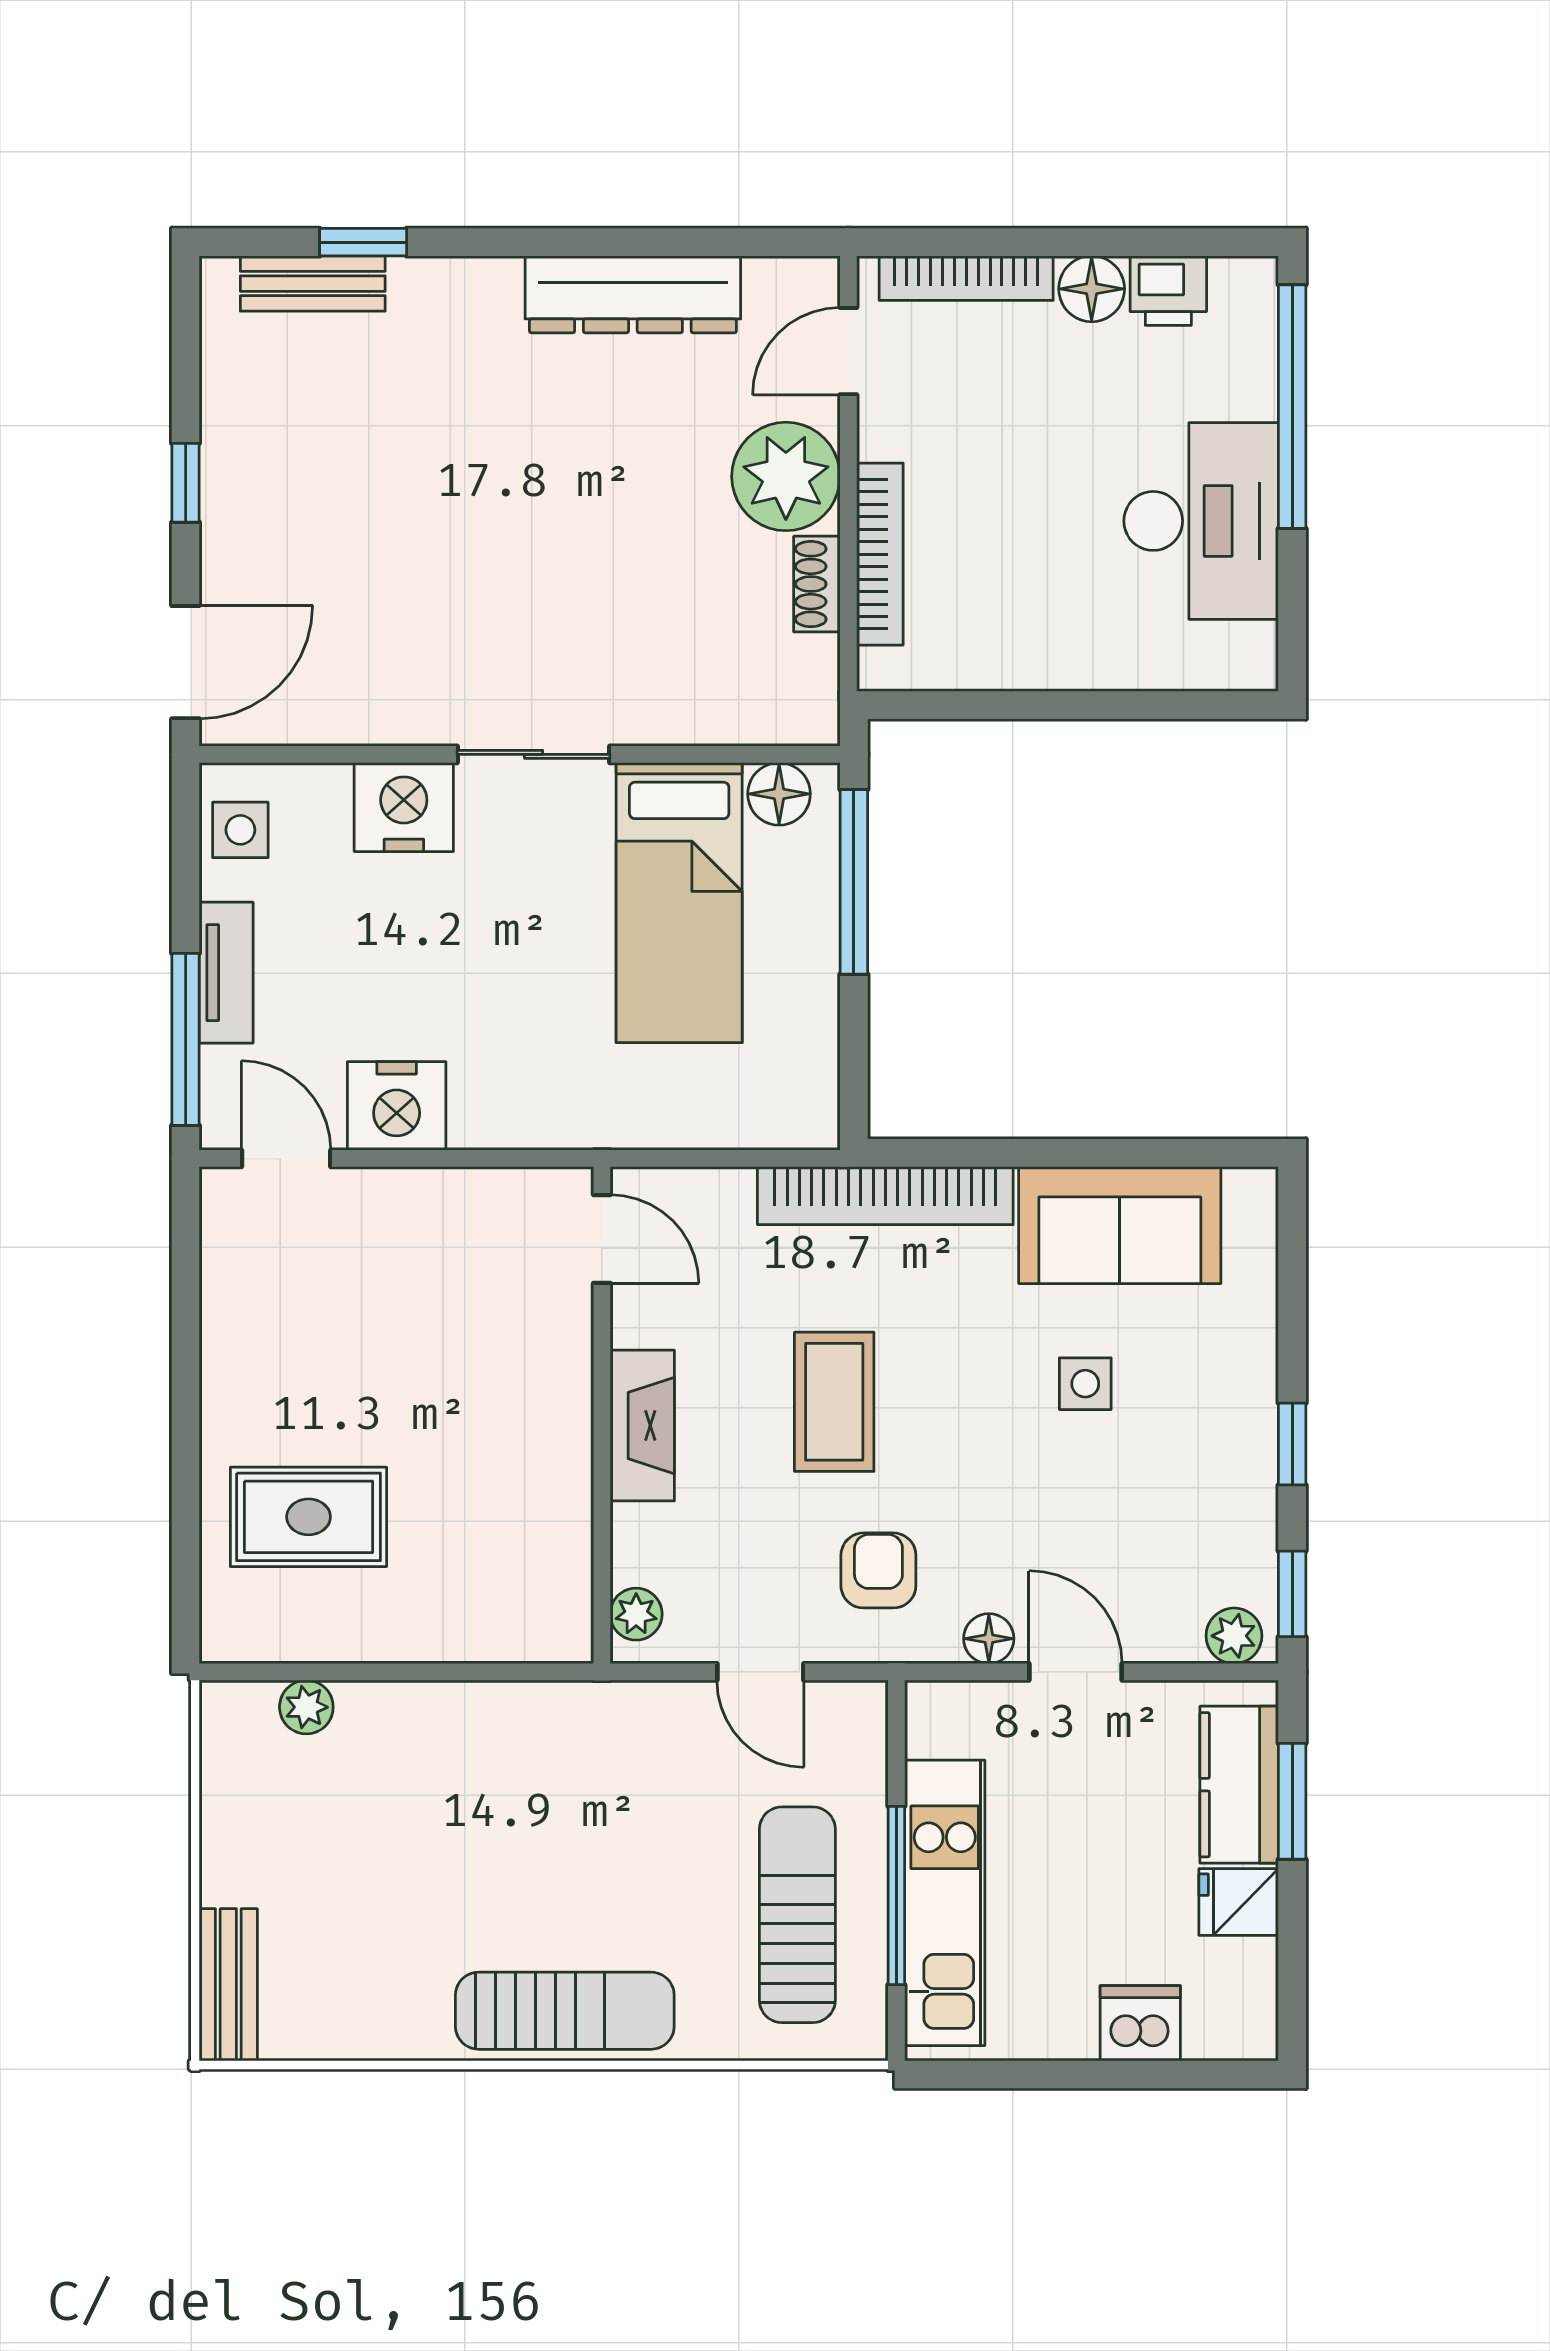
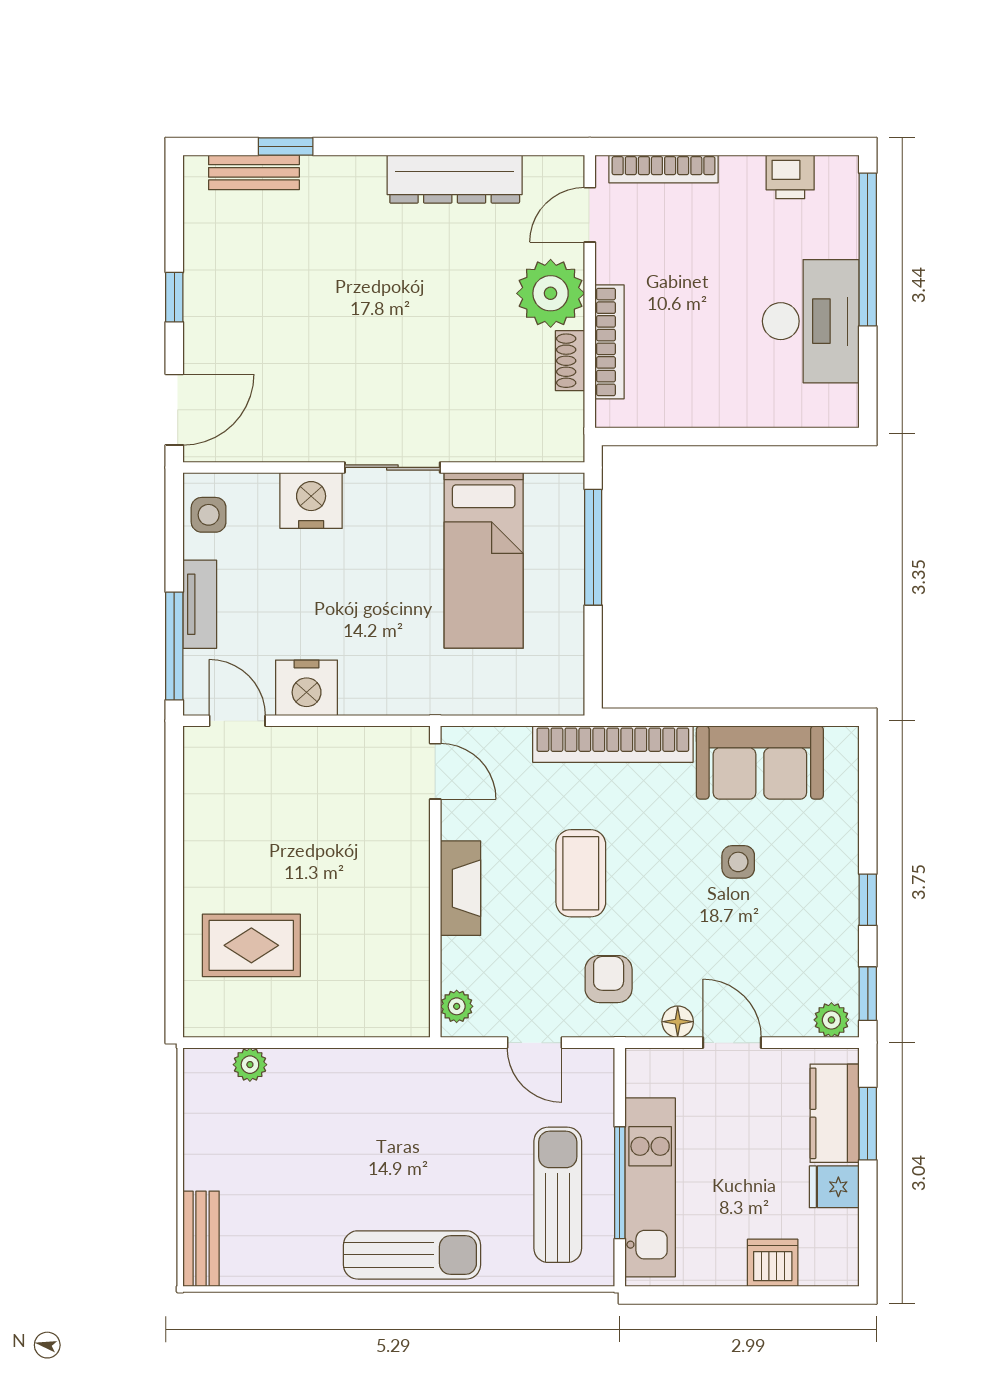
floor lamp: (1092, 289) -> (742, 176), removed
floor lamp: (779, 794) -> (546, 492), removed

